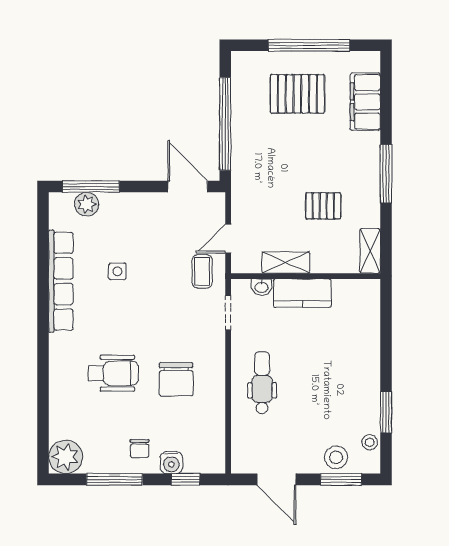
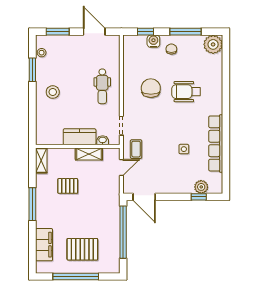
window: (91, 187) -> (199, 197), width x0.46
stool: (336, 457) -> (53, 92), moved

